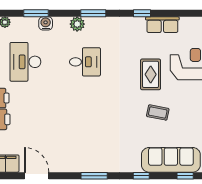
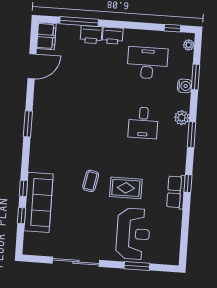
row of seats: (162, 25) -> (176, 192), moved
coffee table: (158, 112) -> (91, 181), moved
window: (141, 176) -> (23, 188), moved

